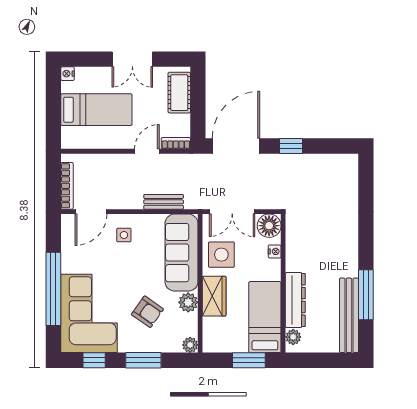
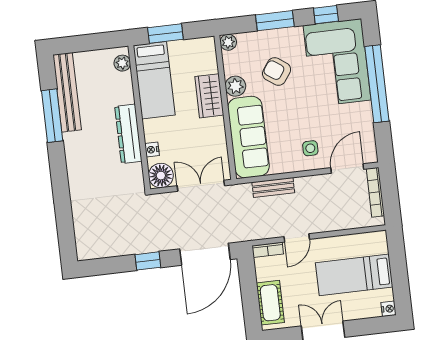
side table: (221, 255) -> (207, 140), removed
dresser: (295, 300) -> (128, 134), moved

